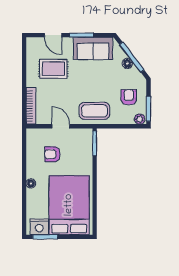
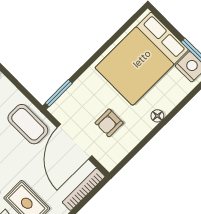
door: (61, 126) -> (75, 142), width x1.87
armchair: (53, 154) -> (109, 123), turned 90

